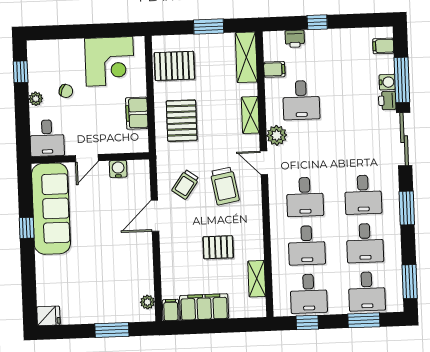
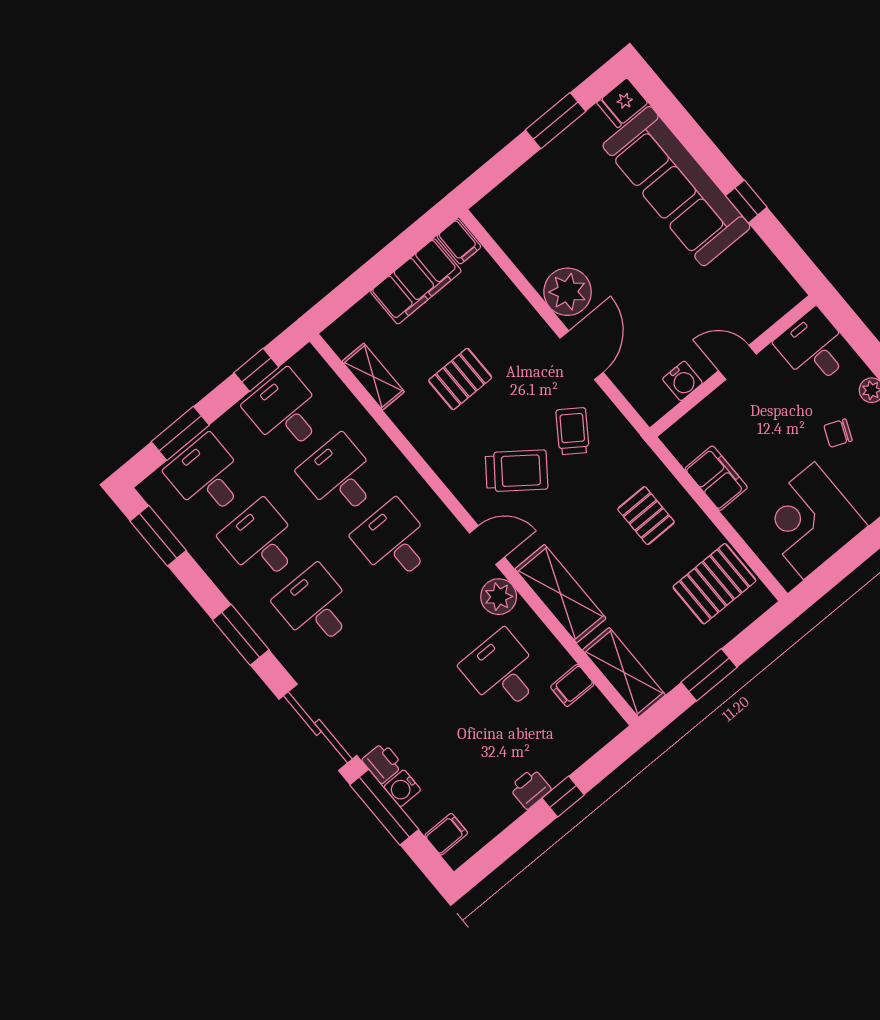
printer: (295, 39) -> (530, 788), moved
shelving: (250, 115) -> (561, 594), width x1.50, depth x1.33
pallet: (182, 121) -> (646, 516), width x0.67, depth x0.71
door: (87, 158) -> (737, 362), hinge flipped
trolley: (225, 186) -> (517, 471), turned 137
sofa: (51, 209) -> (676, 186), moved
plant: (147, 302) -> (568, 292), moved, width x1.87, depth x1.87
window: (112, 330) -> (556, 121), moved

